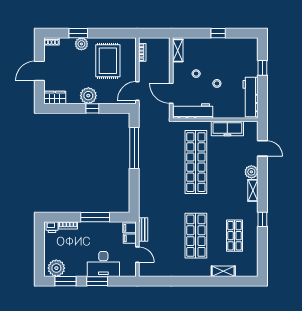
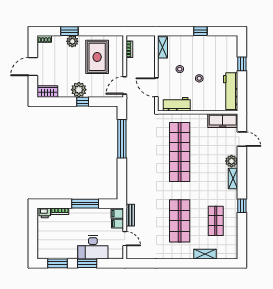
workbench: (193, 111) -> (177, 104), width x0.73
freezer: (227, 129) -> (223, 121), moved
plant: (56, 268) -> (49, 251), removed

